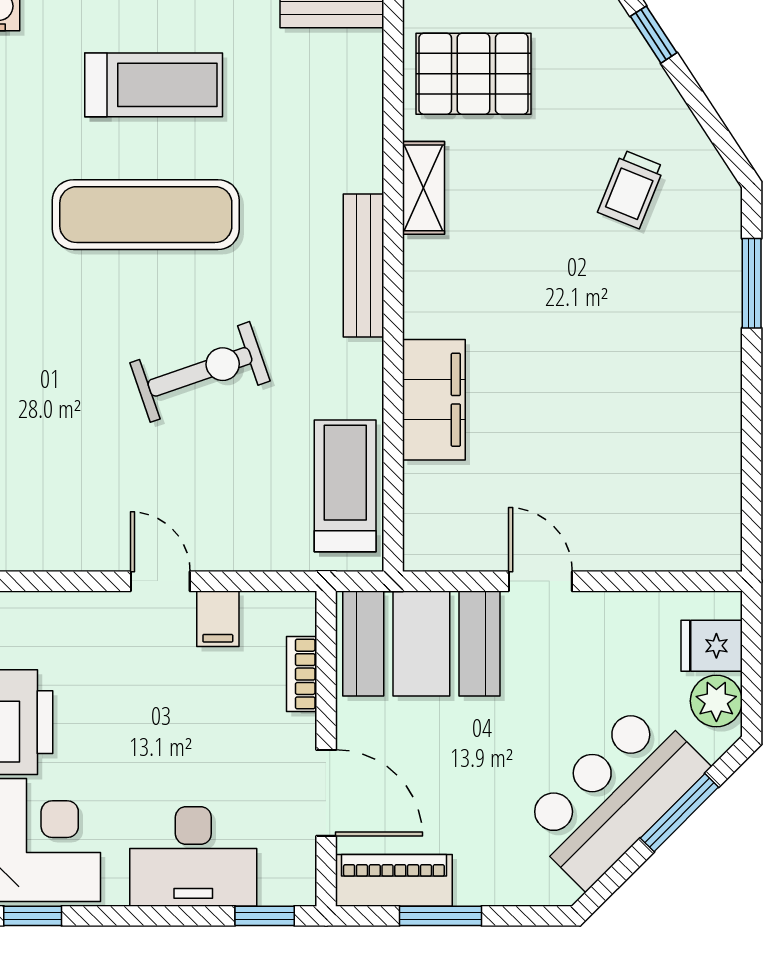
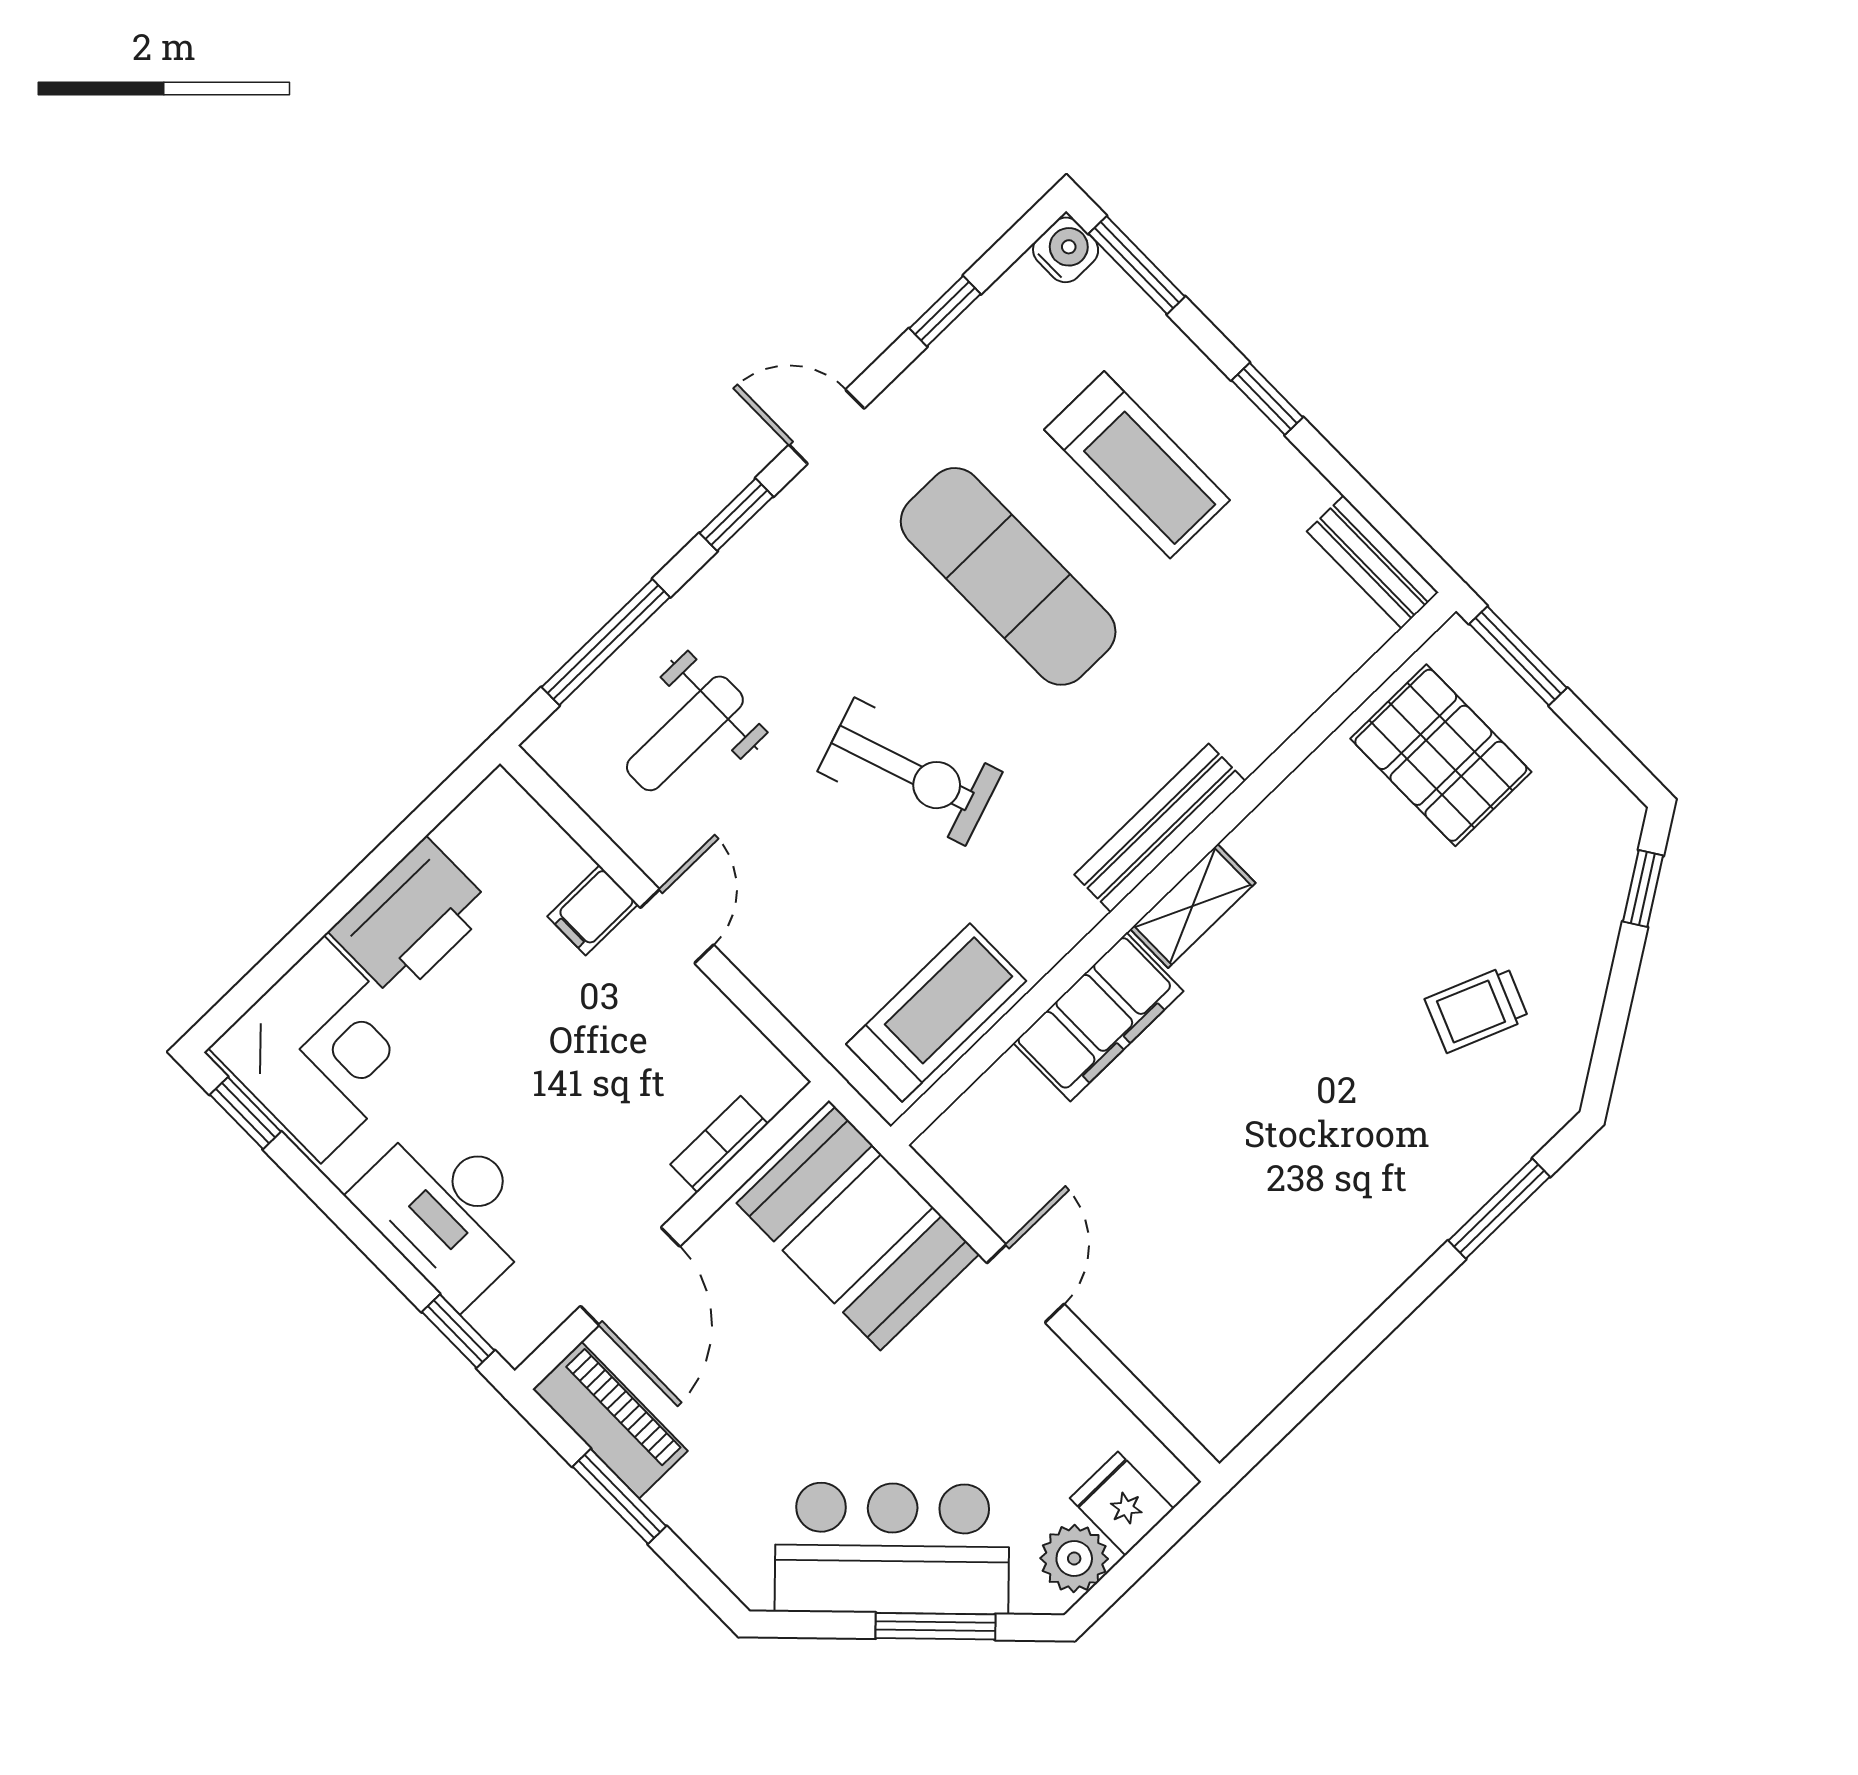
shelving: (424, 188) -> (1193, 906), moved
weight bench: (59, 474) -> (685, 733), added
filing cabinet: (218, 619) -> (593, 910), moved

